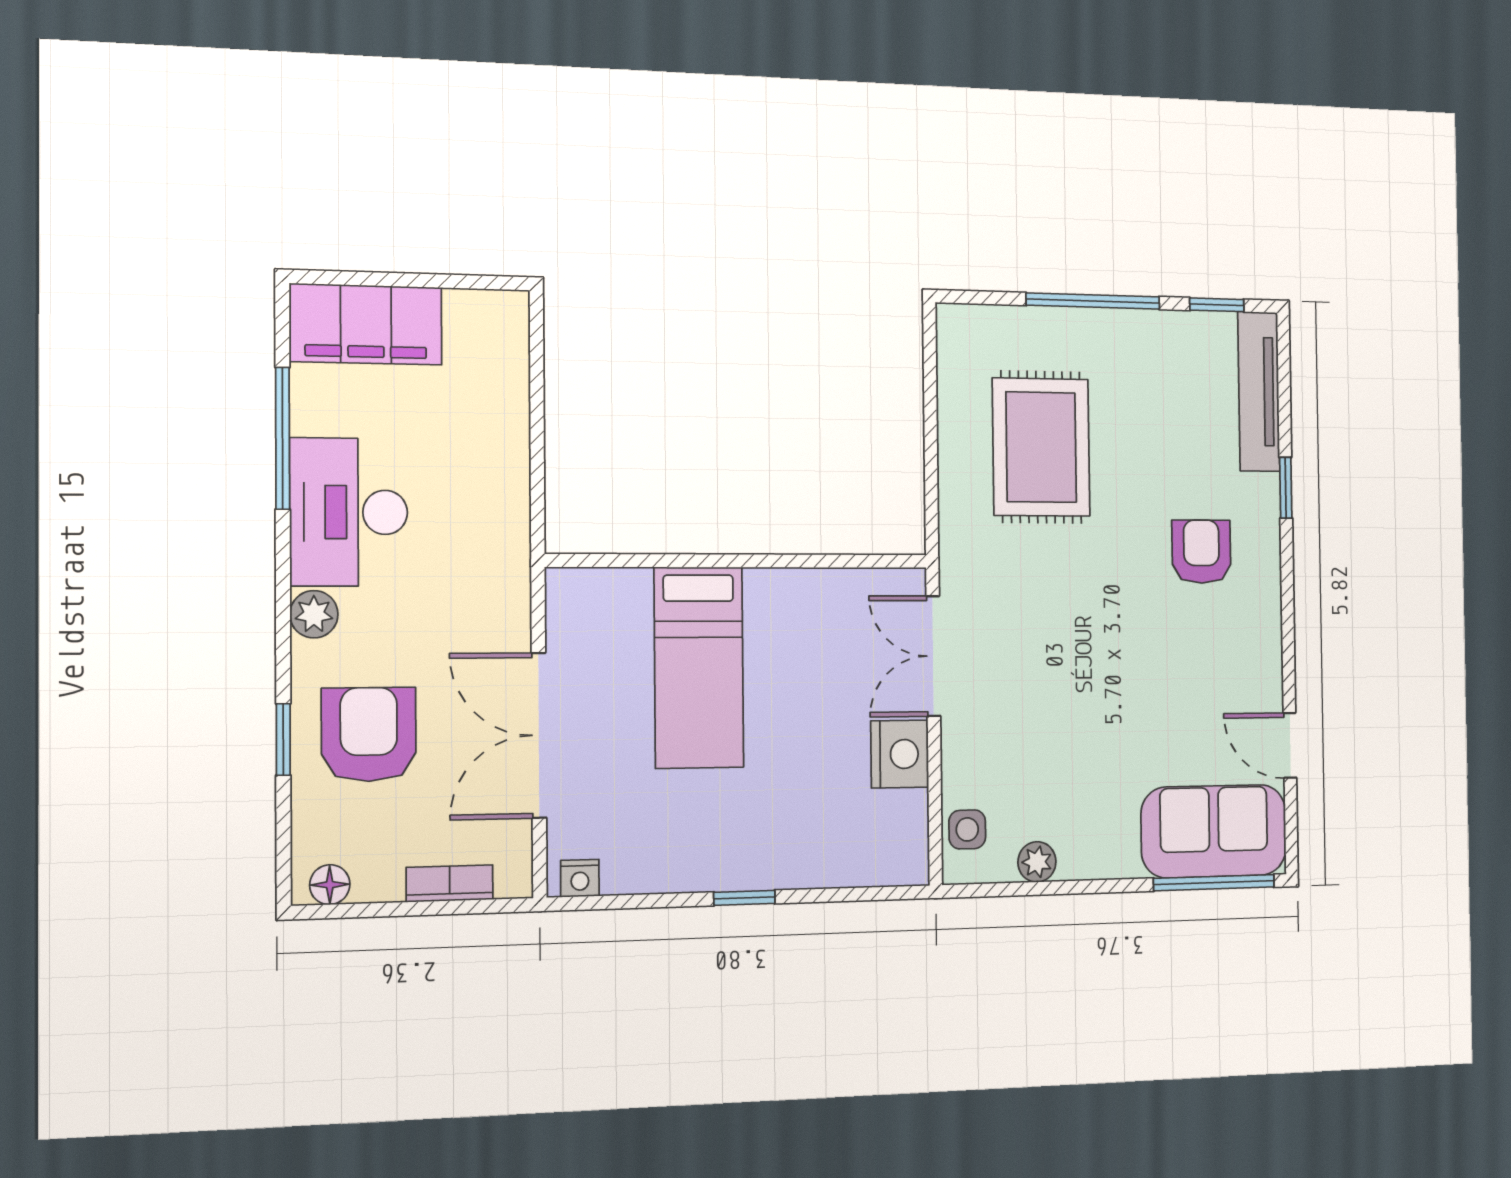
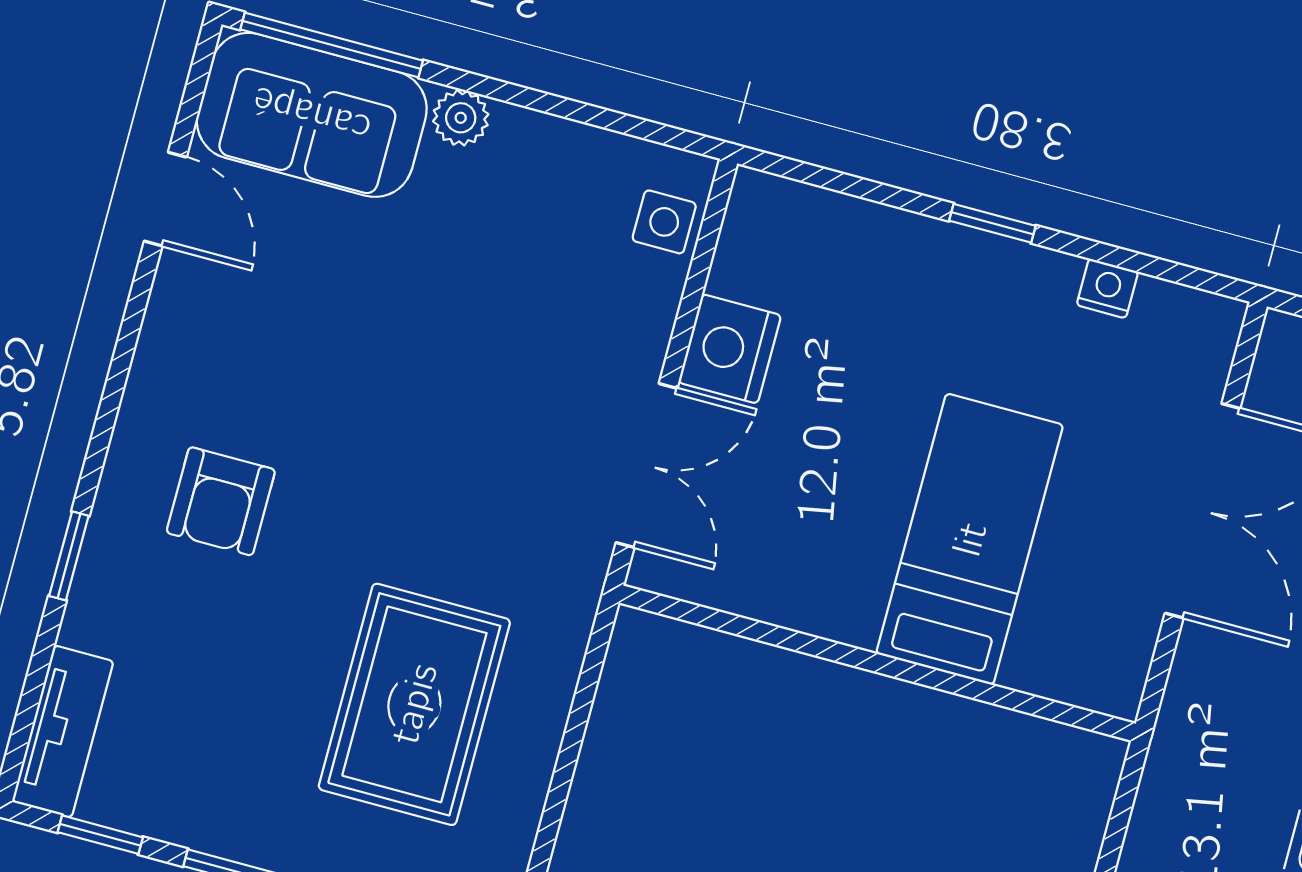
tv unit: (1259, 391) -> (63, 732), width x0.71
plant: (1037, 862) -> (461, 118), moved
nightstand: (580, 878) -> (1107, 288), moved

